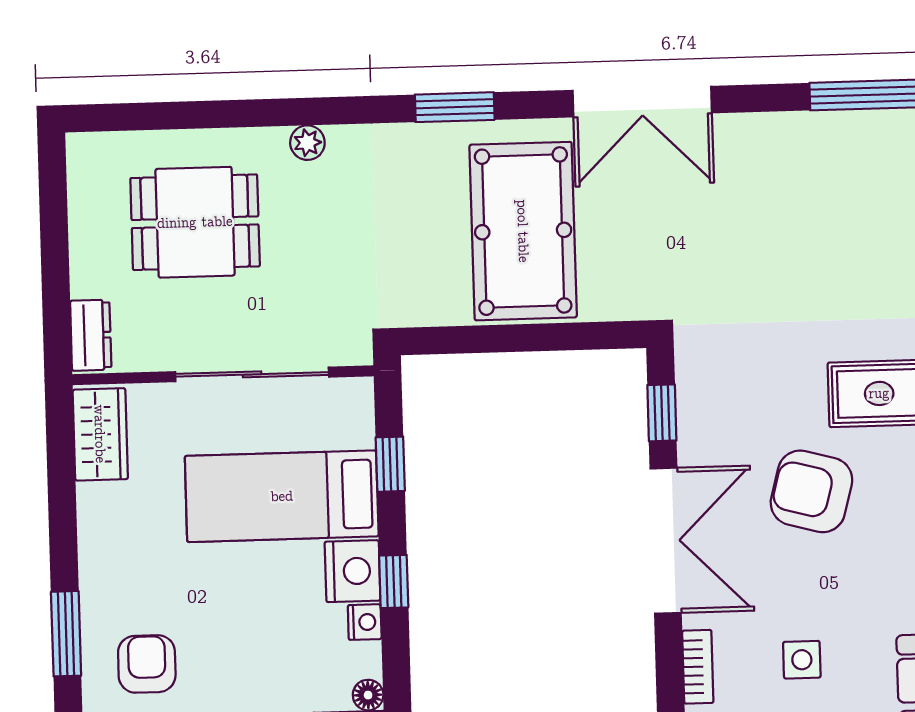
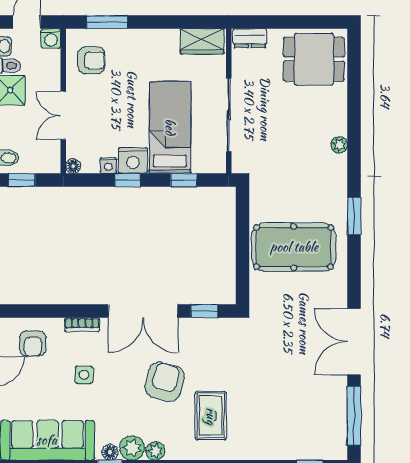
double door: (642, 102) -> (354, 342), moved
dining table: (195, 222) -> (314, 59), moved, turned 90

